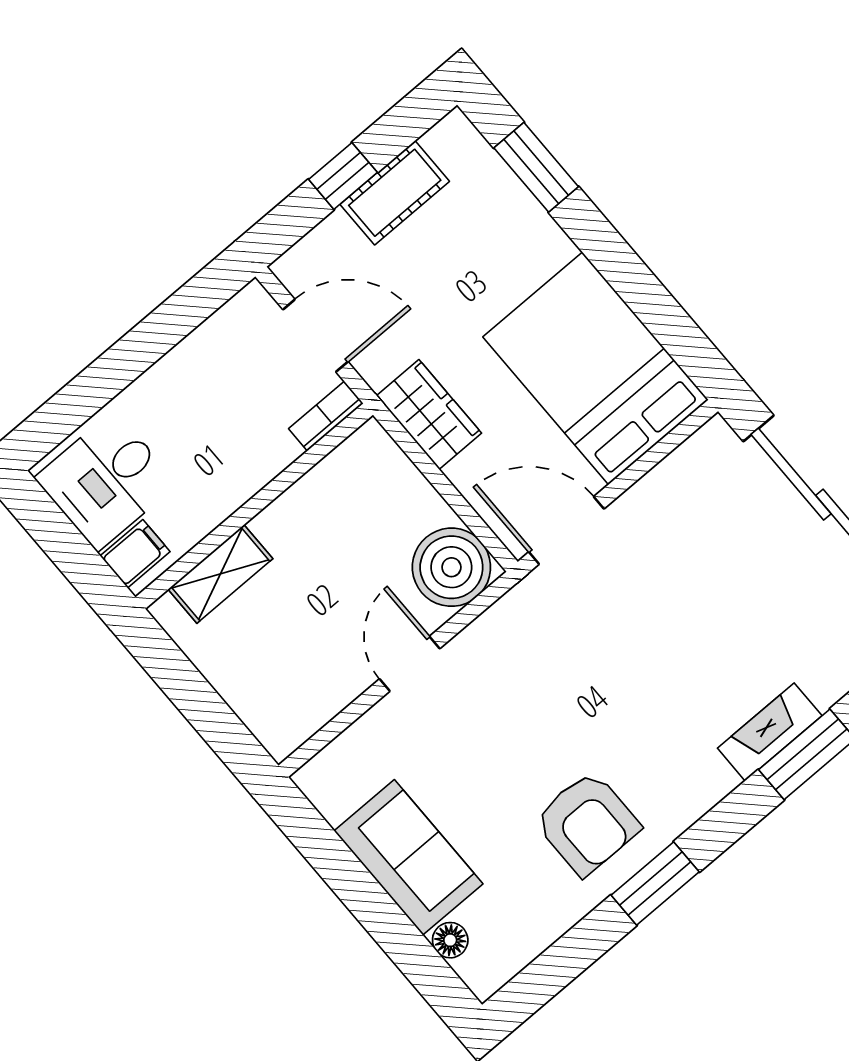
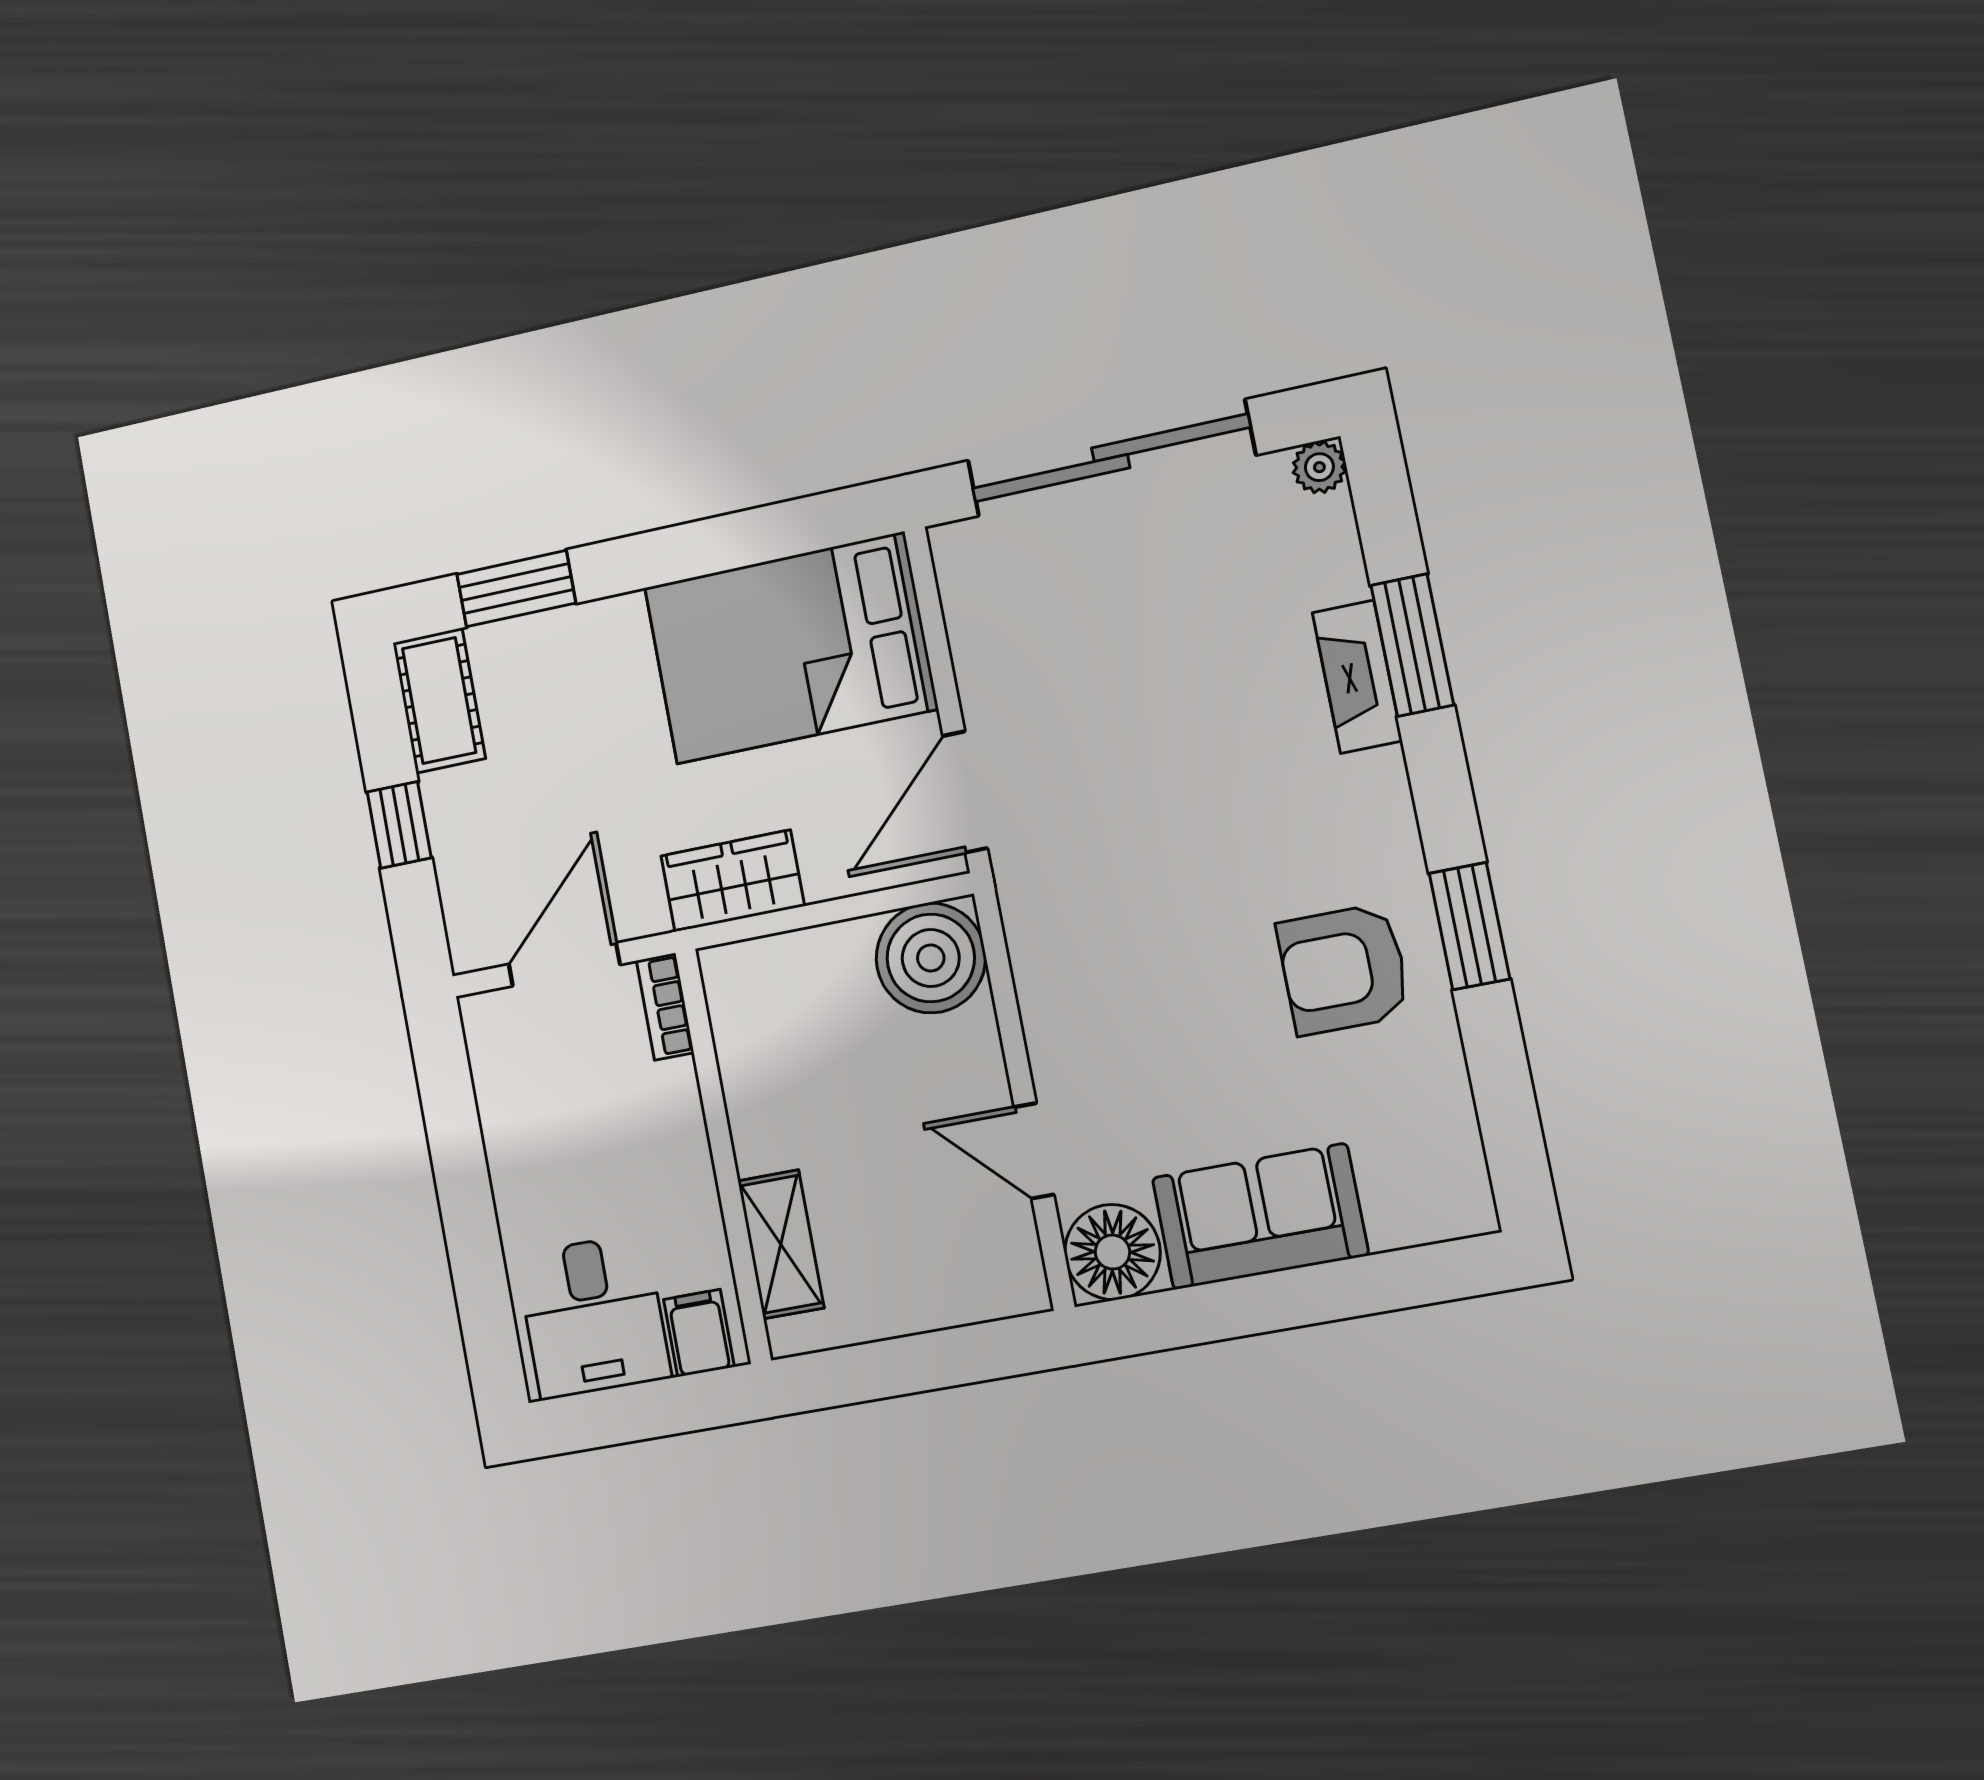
cot: (395, 193) -> (439, 700), moved
door: (410, 664) -> (1034, 1151), moved
armchair: (587, 823) -> (1344, 969), turned 180
floor lamp: (450, 940) -> (1112, 1252), moved, width x1.89, depth x1.89

